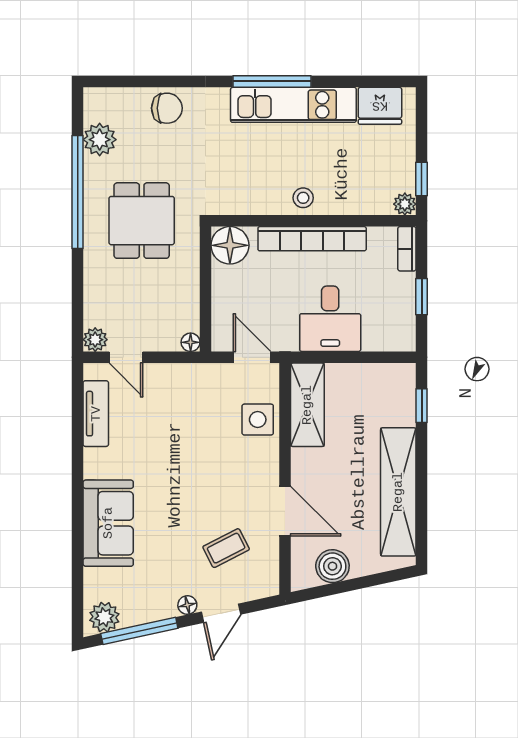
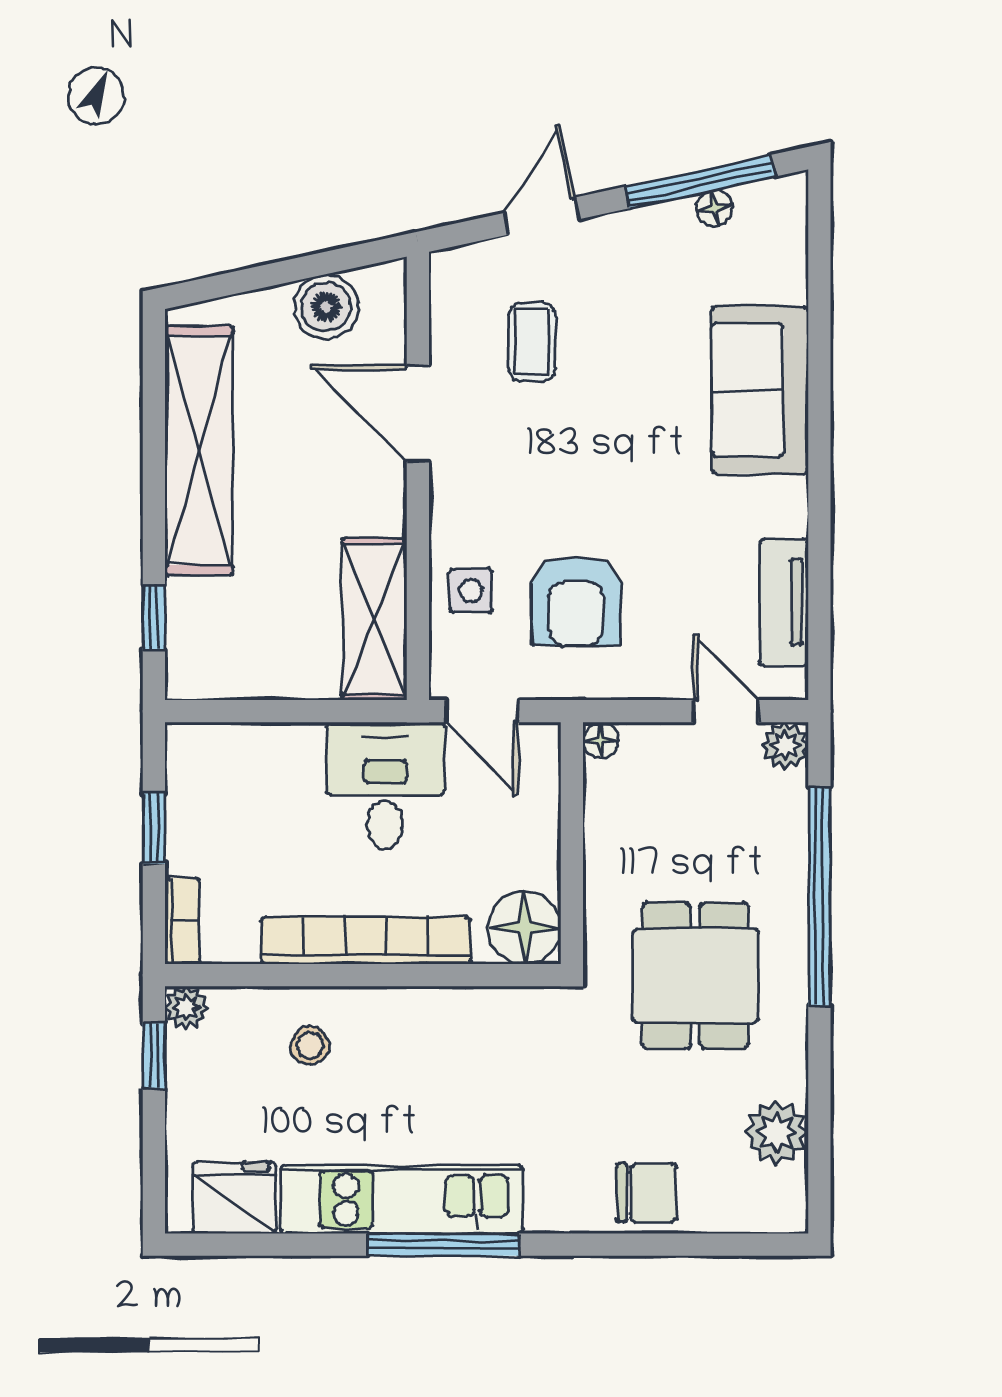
chair: (167, 108) -> (647, 1193), turned 180
window: (78, 192) -> (819, 896), moved
stool: (303, 198) -> (310, 1046), moved
desk: (330, 319) -> (385, 786), moved
armchair: (203, 414) -> (576, 601), added
side table: (258, 420) -> (471, 591), width x0.73, depth x0.73
coffee table: (226, 548) -> (532, 342), turned -63
floor lamp: (187, 605) -> (714, 208), moved
plant: (104, 617) -> (768, 208), removed

